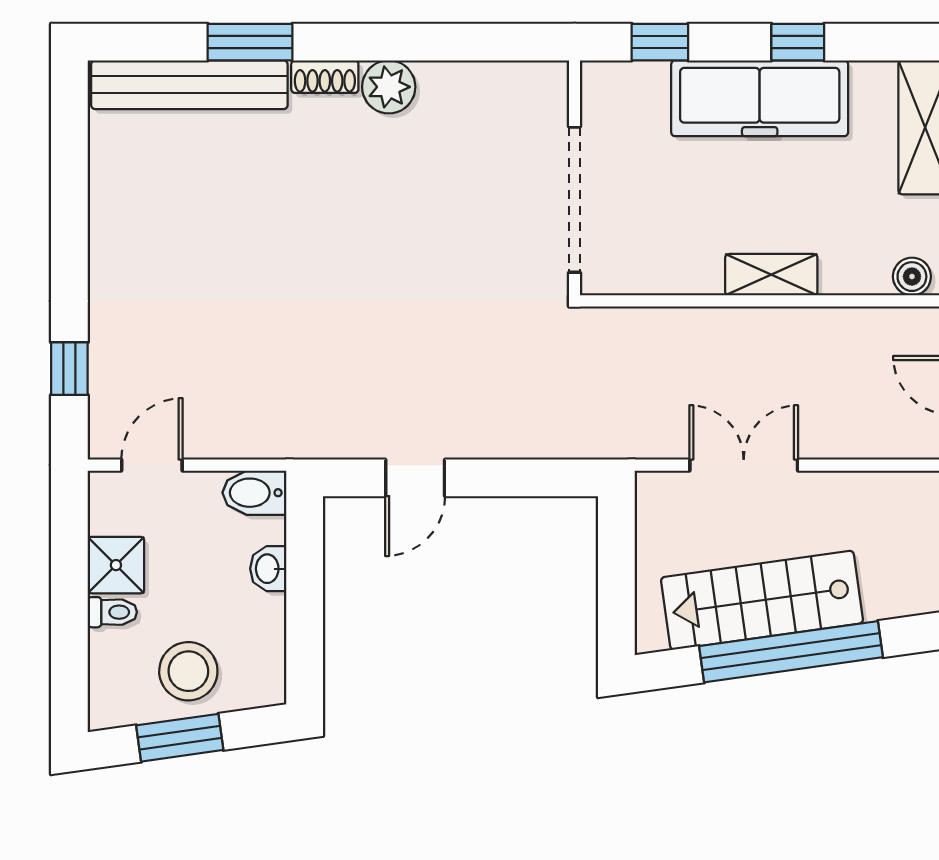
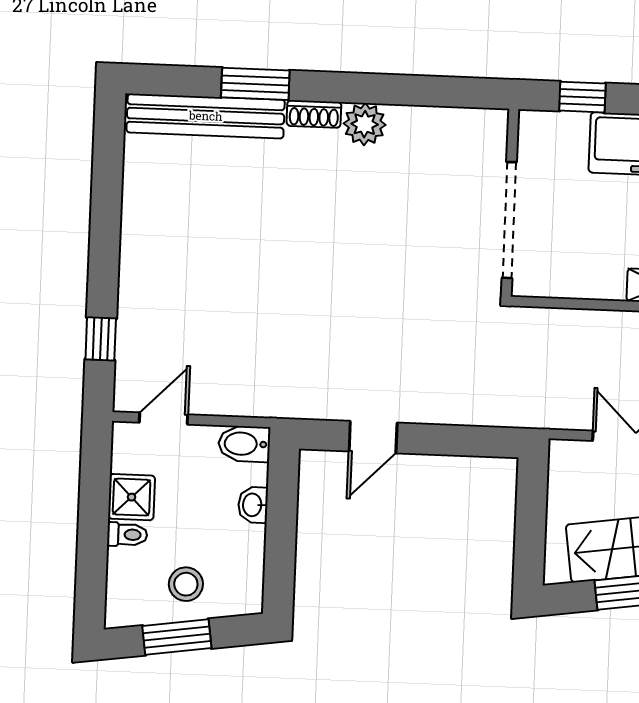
stool: (188, 671) -> (186, 584), width x0.73, depth x0.73

